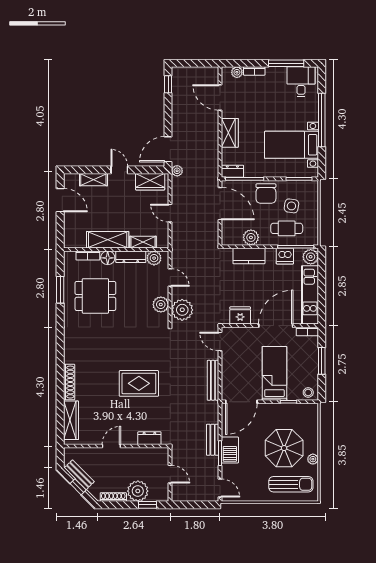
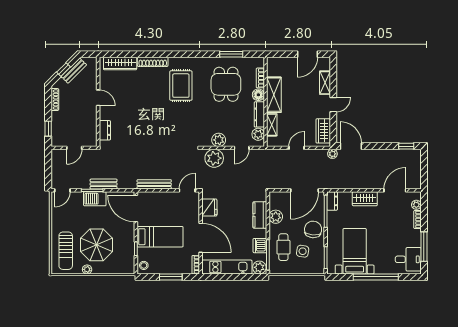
chair: (266, 194) -> (313, 229), turned 95
rug: (139, 383) -> (181, 86), moved
plant: (138, 491) -> (60, 120), removed

